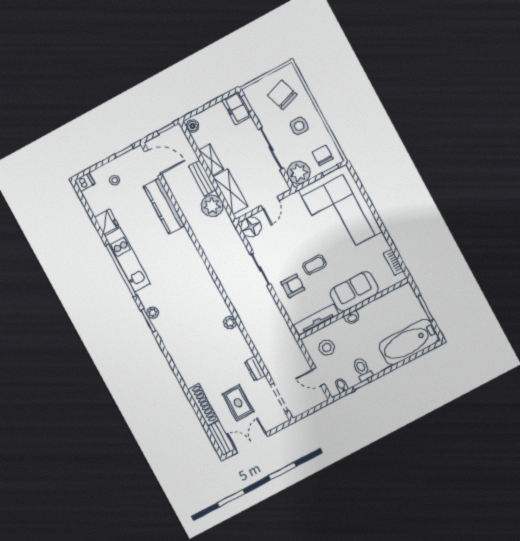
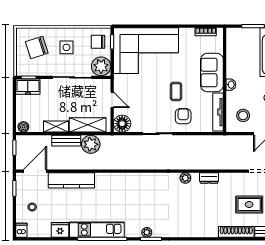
dresser: (255, 369) -> (209, 178), moved

